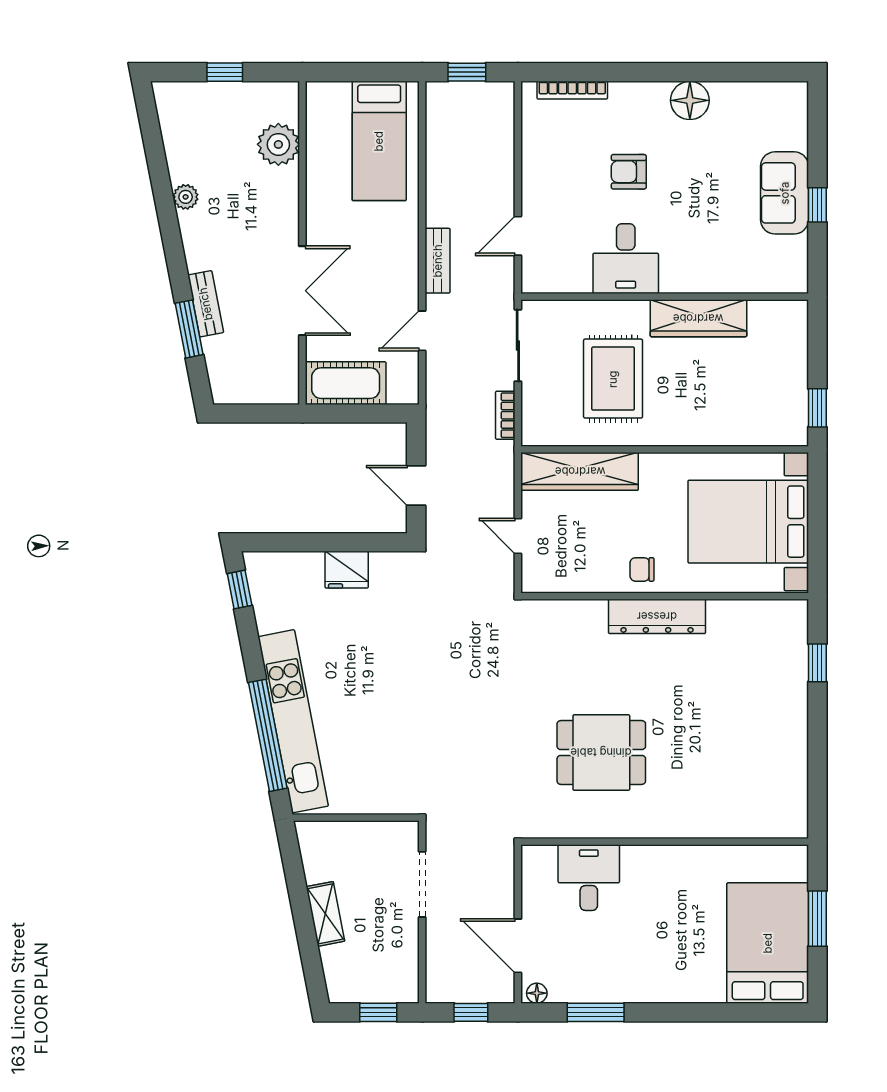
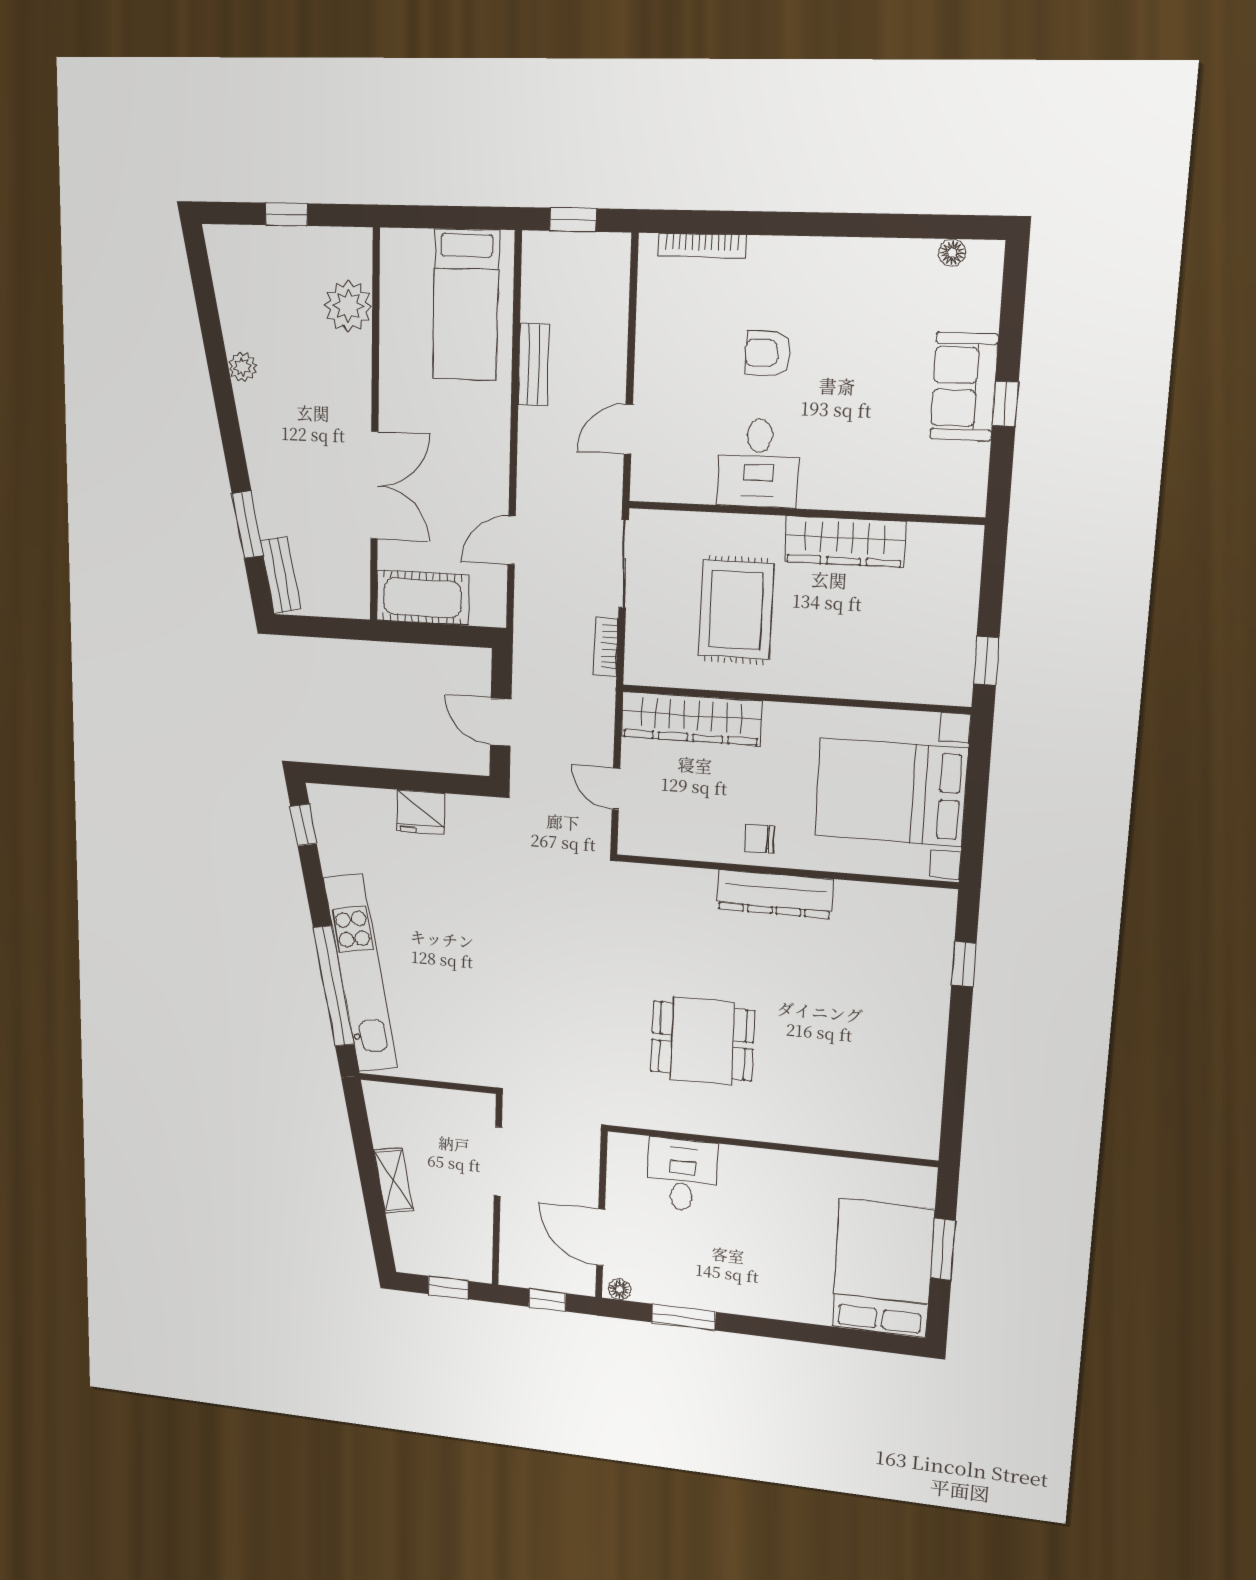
floor lamp: (690, 100) -> (952, 253), moved, width x0.53, depth x0.53
bench: (438, 261) -> (534, 365), moved
bench: (206, 304) -> (280, 575), moved

